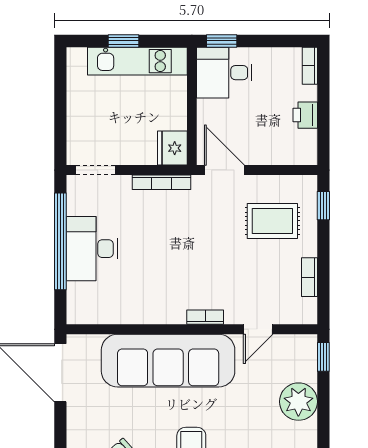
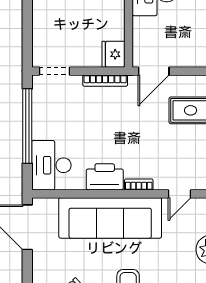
door: (224, 170) -> (154, 71), swing flipped
desk: (92, 249) -> (51, 165), moved
printer: (161, 307) -> (105, 177), added

